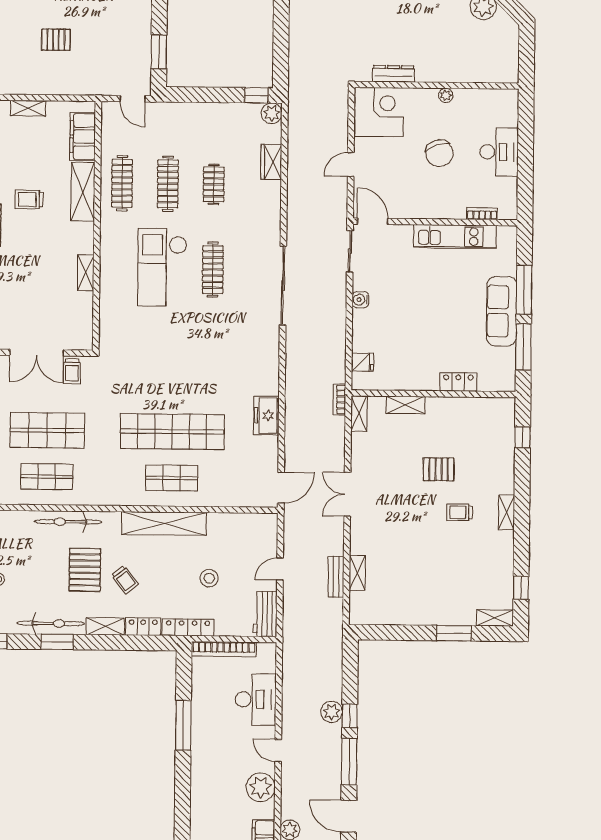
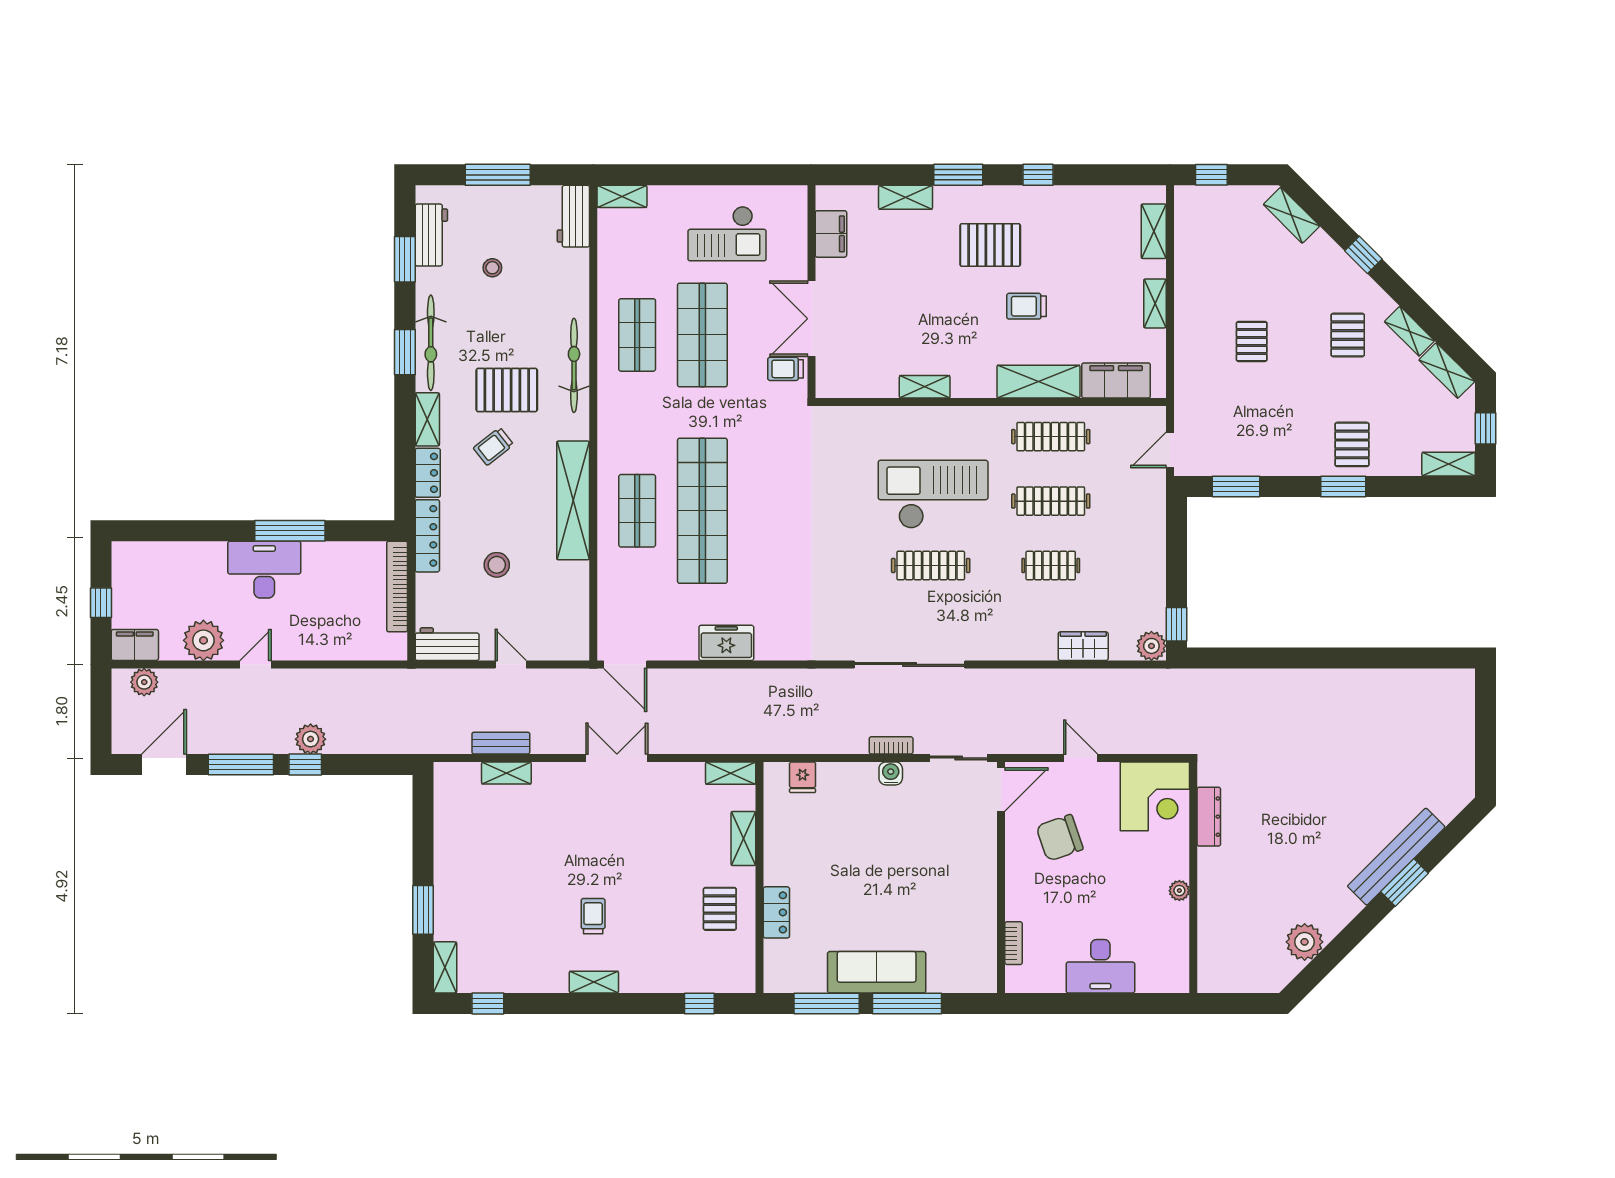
chair: (439, 153) -> (1060, 838), moved
trolley: (29, 200) -> (1027, 306), turned -90
kitchen unit: (455, 236) -> (981, 905), removed
bookcase: (339, 399) -> (891, 745), moved
pallet: (439, 469) -> (720, 909), moved
desk: (256, 699) -> (264, 570), moved, turned 180

